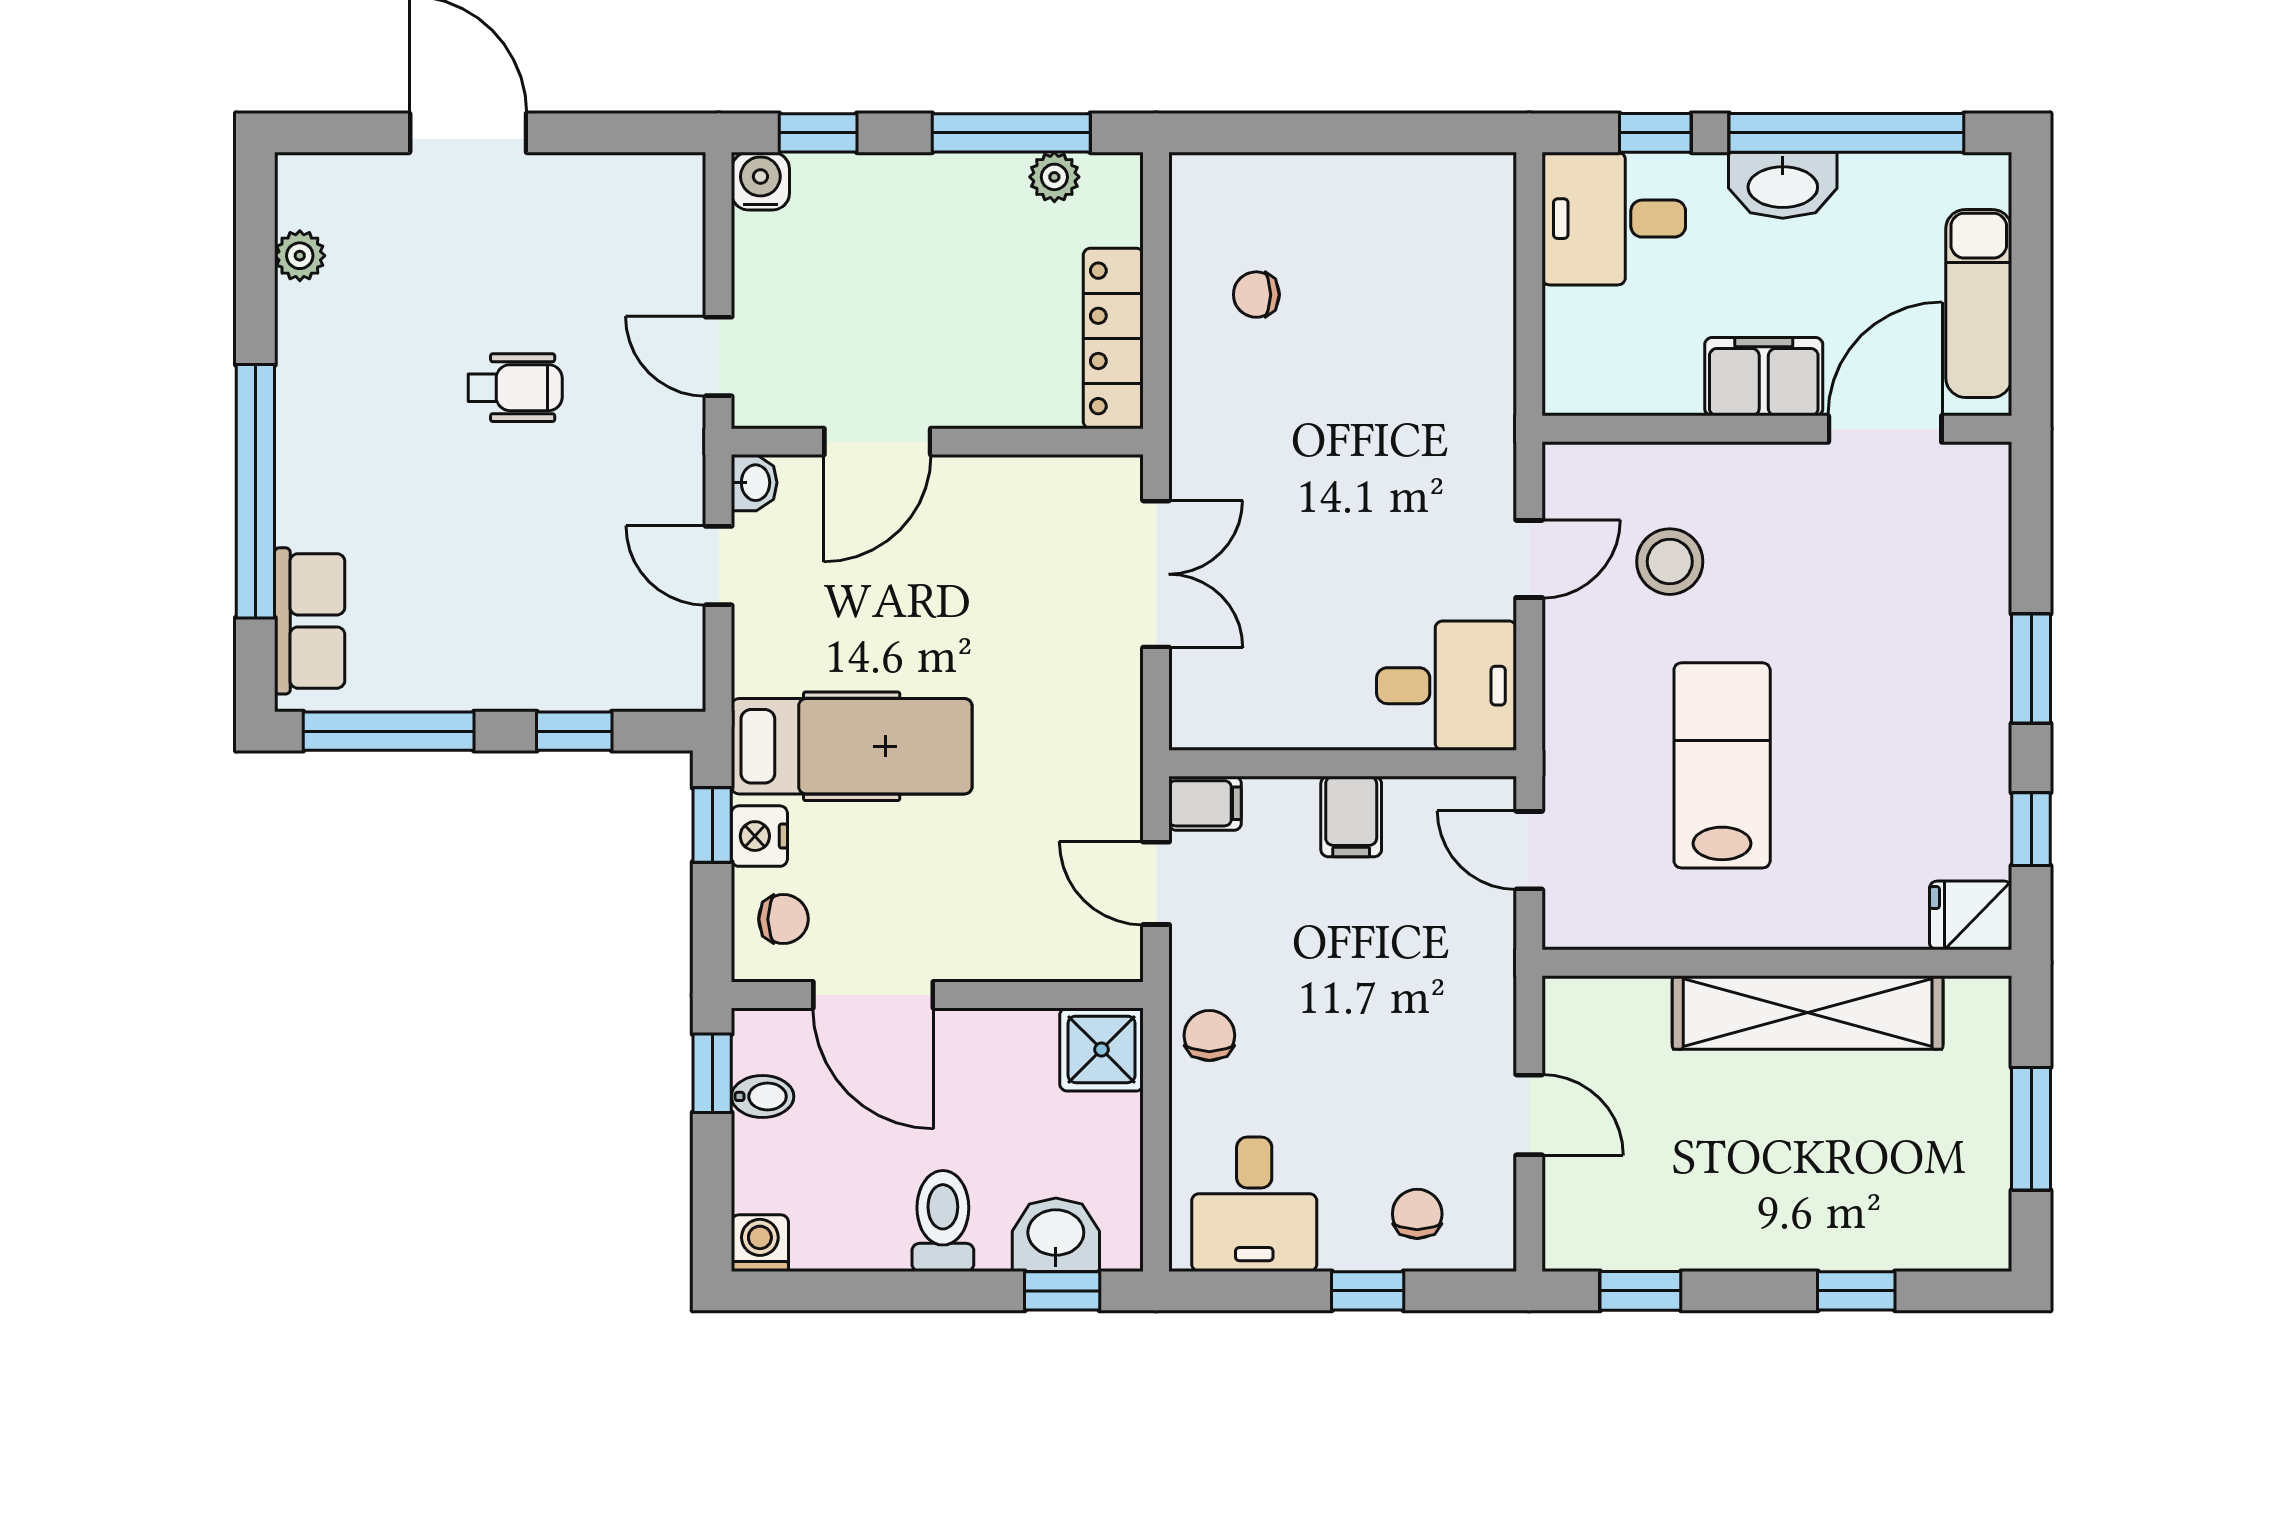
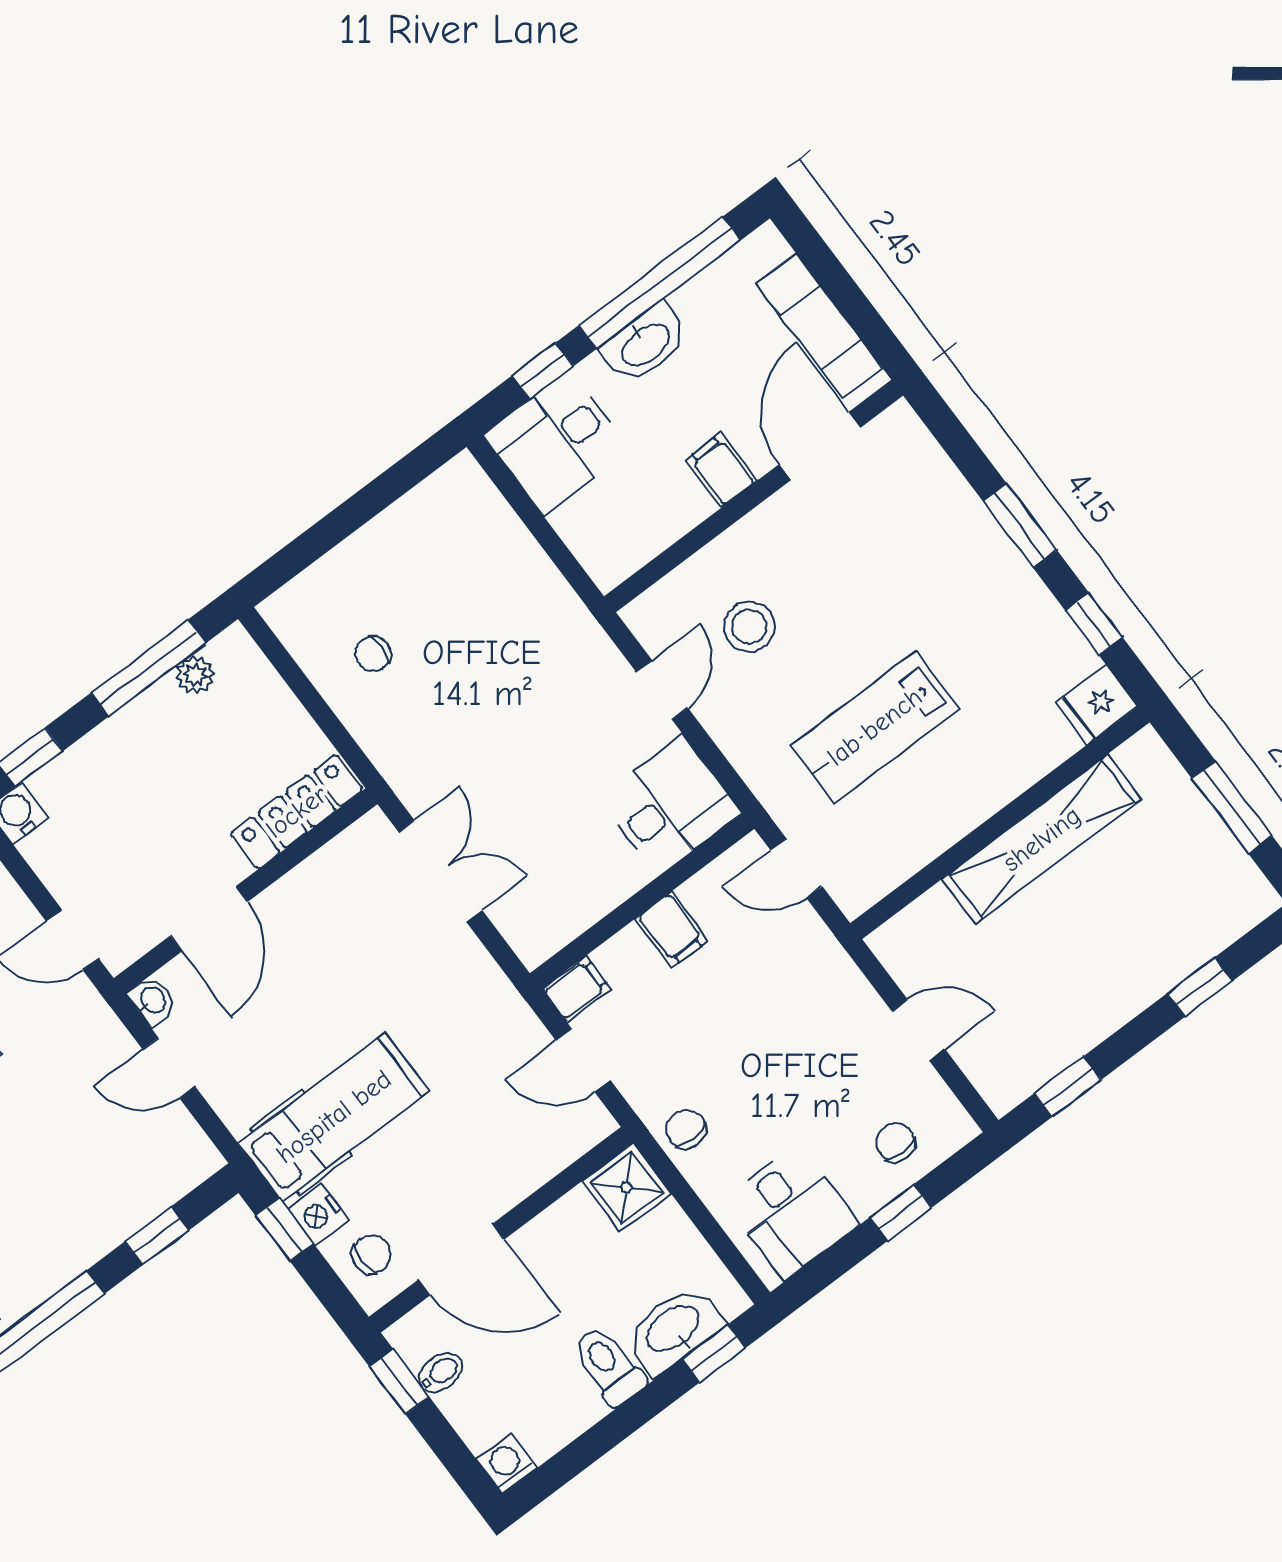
locker: (1113, 338) -> (297, 812), moved, turned 90
filing cabinet: (1764, 377) -> (722, 470), width x0.50
lab bench: (1722, 765) -> (875, 727), turned -90
washbasin: (1056, 1235) -> (674, 1330), width x1.38

